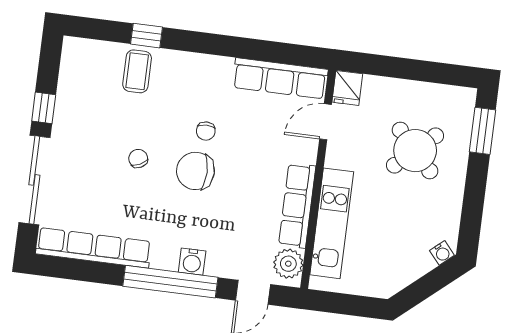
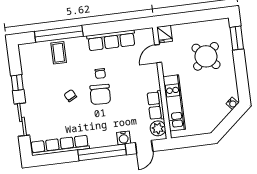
window: (147, 36) -> (59, 34), width x3.17
row of seats: (280, 78) -> (111, 40), moved
chair: (195, 171) -> (100, 94), turned -88
sliding door: (34, 180) -> (22, 119), width x0.73
row of seats: (297, 206) -> (156, 105), width x0.68
water cooler: (192, 262) -> (124, 138), moved

